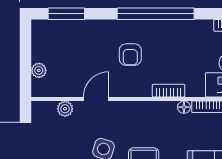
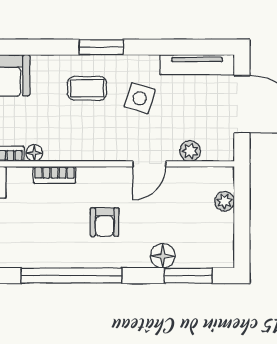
floor lamp: (86, 29) -> (163, 256), added
armchair: (130, 55) -> (105, 222), turned 180

